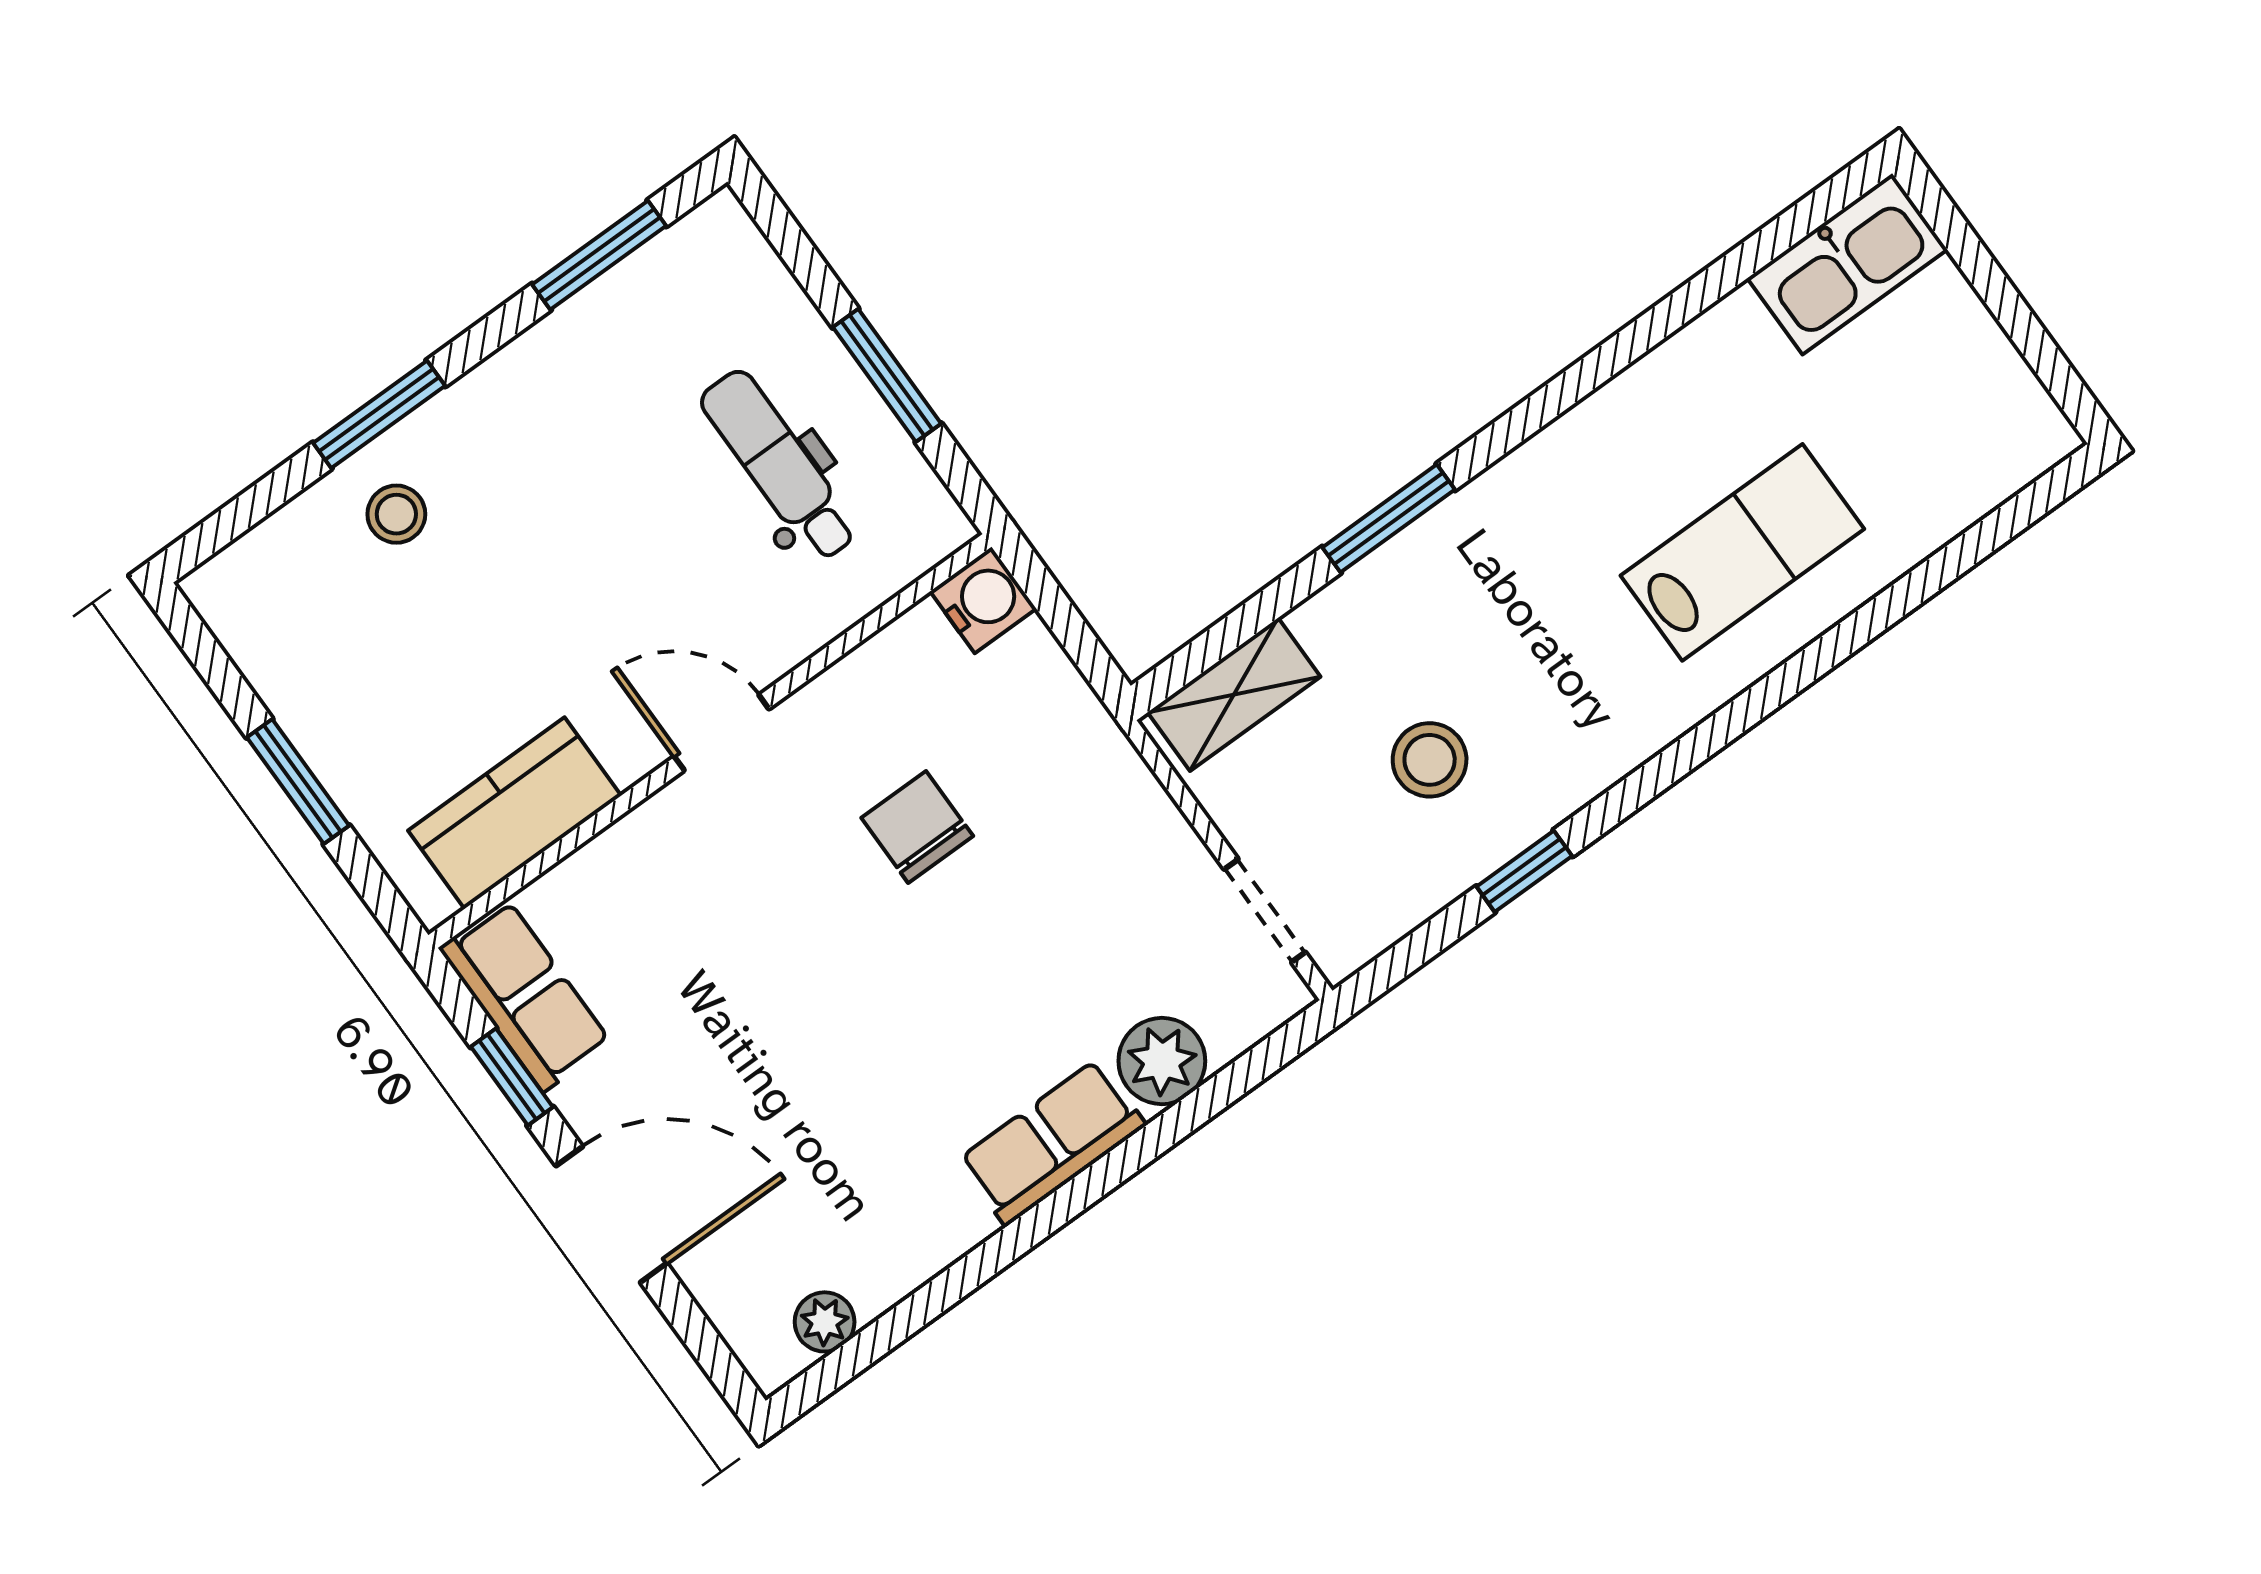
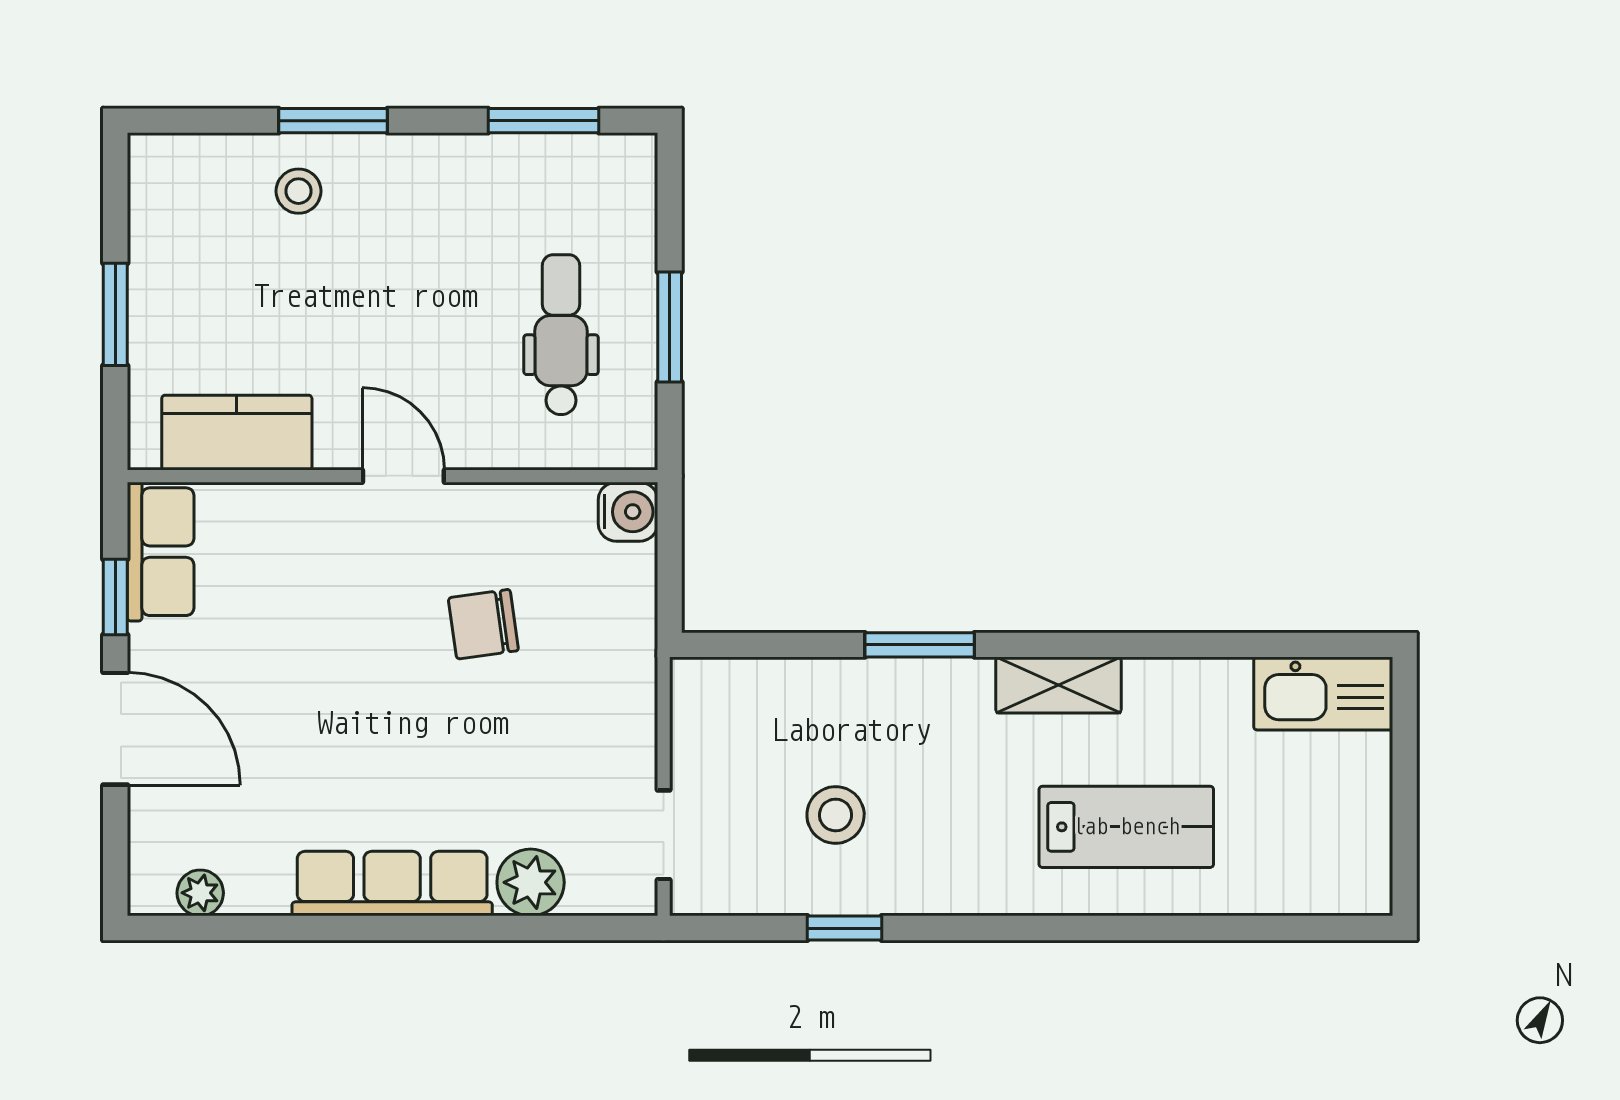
shelving: (1234, 694) -> (1058, 685), moved
chair: (917, 827) -> (483, 624), turned -98
row of seats: (1052, 1142) -> (392, 884), width x1.48

